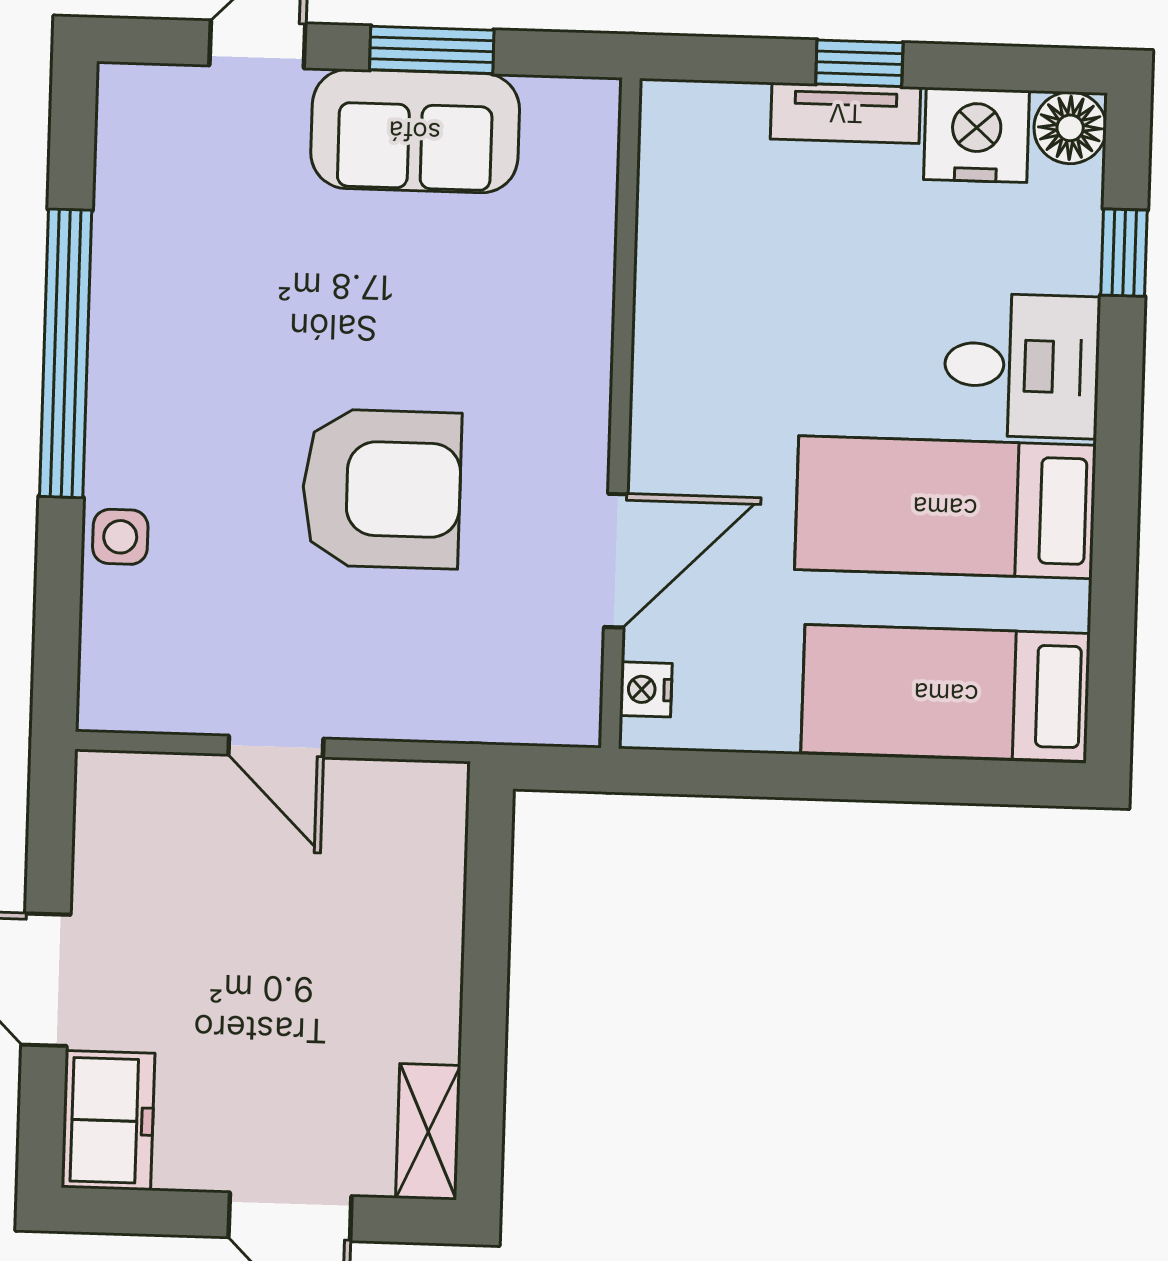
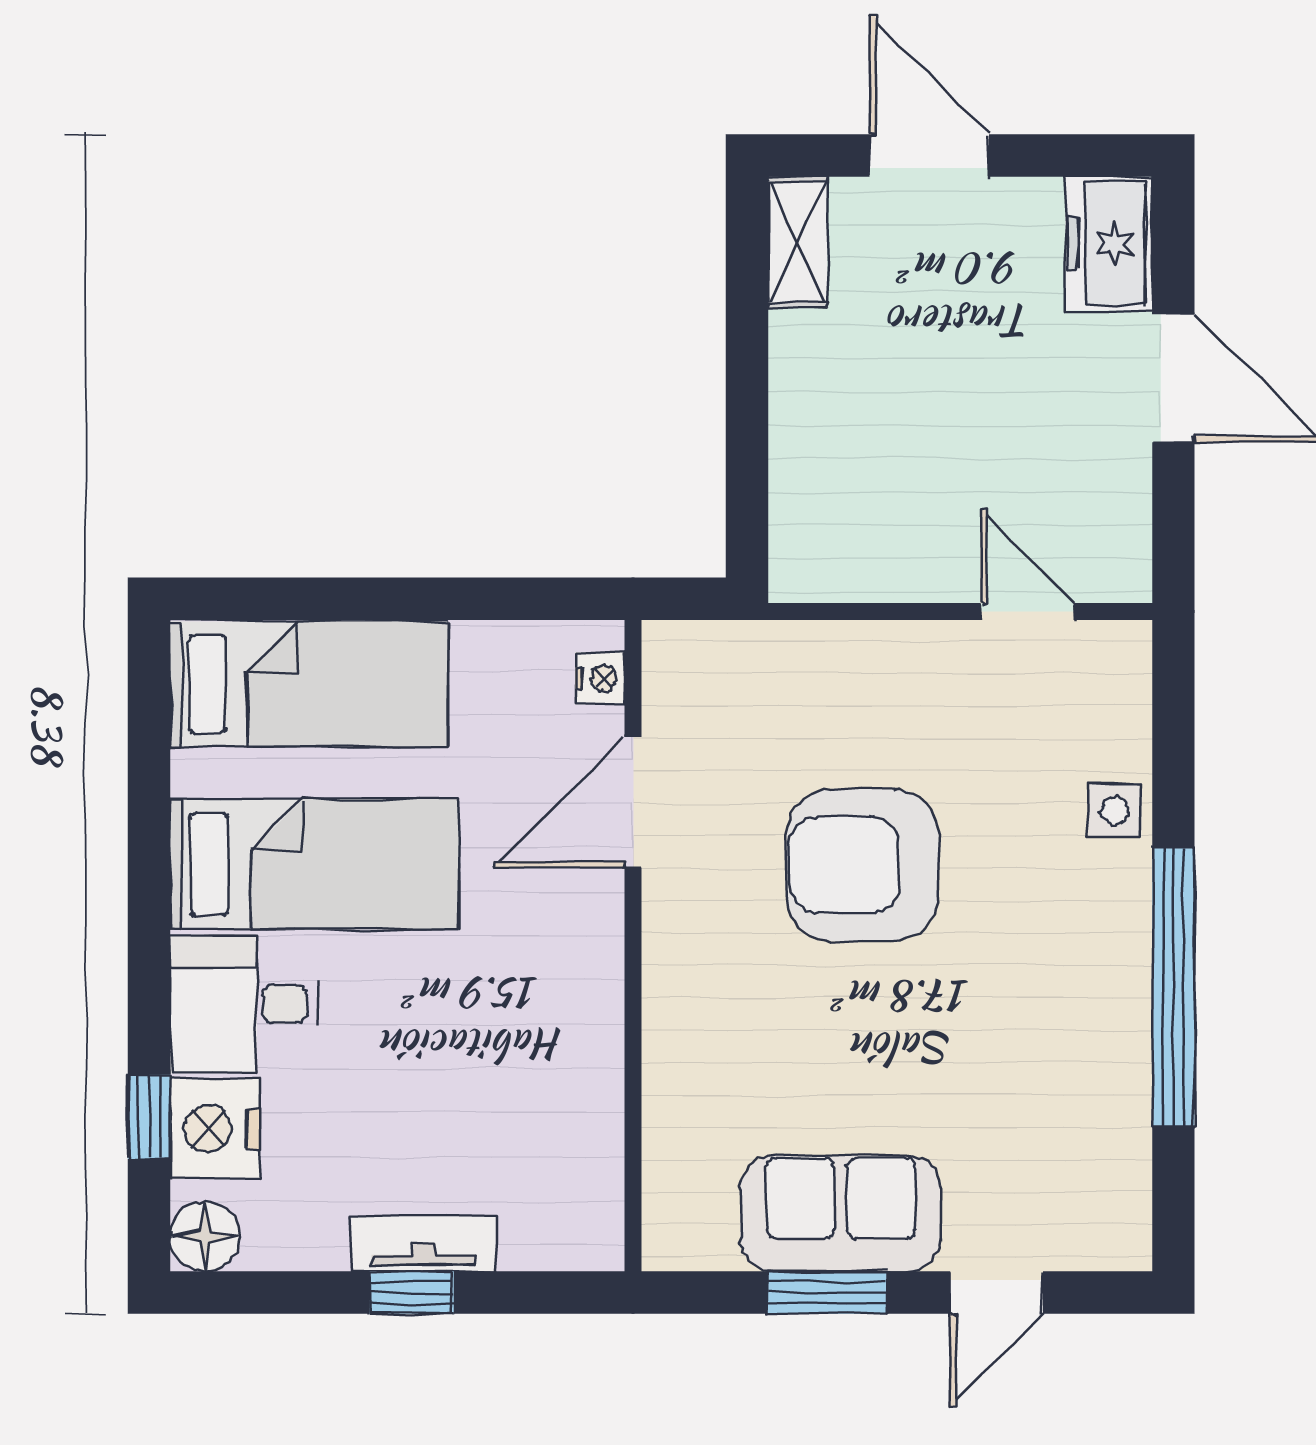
nightstand: (976, 135) -> (215, 1129), moved, turned 90
door: (276, 747) -> (1027, 611), moved

